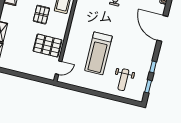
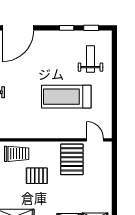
treadmill: (98, 53) -> (66, 97), turned 180
weight bench: (123, 80) -> (90, 59), turned -90

